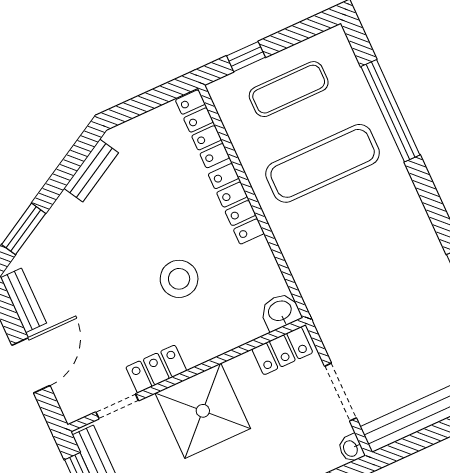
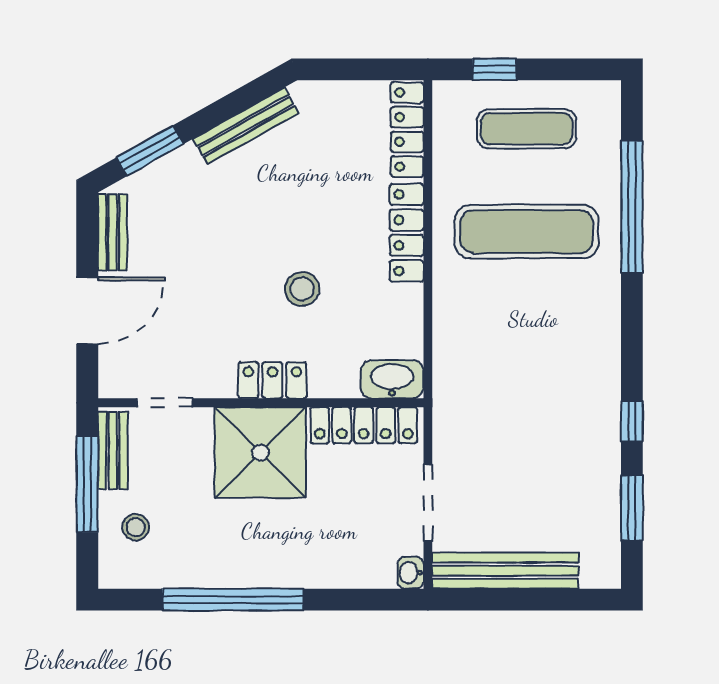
bench: (91, 171) -> (246, 126), width x1.36
stool: (179, 279) -> (302, 289), width x0.73, depth x0.73
washbasin: (280, 312) -> (392, 379), width x1.38
locker: (282, 351) -> (364, 425), width x1.53
locker: (156, 369) -> (272, 380), moved

